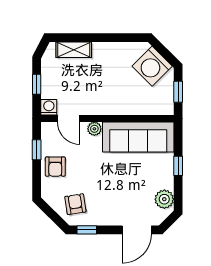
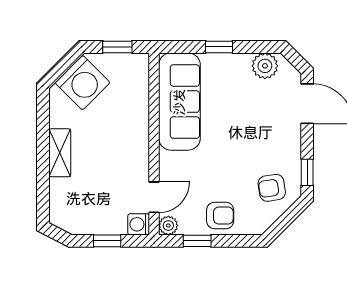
shelving: (74, 50) -> (60, 153), moved
plant: (94, 129) -> (168, 225), moved

